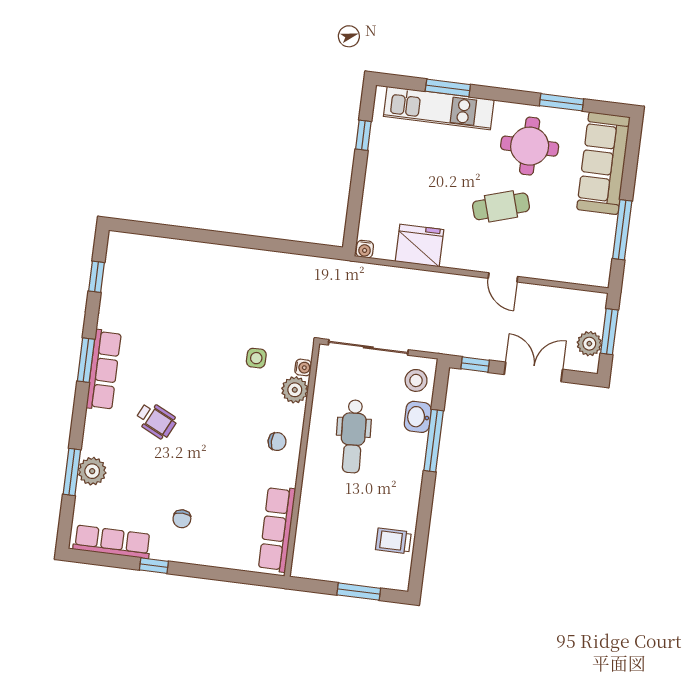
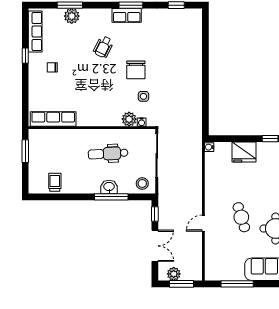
fridge: (419, 245) -> (244, 152), moved, turned 90
row of seats: (104, 370) -> (127, 15), width x0.68
washbasin: (418, 417) -> (109, 187), moved
chair: (277, 442) -> (136, 70), moved, width x1.87, depth x1.87
window: (359, 592) -> (25, 151), moved

